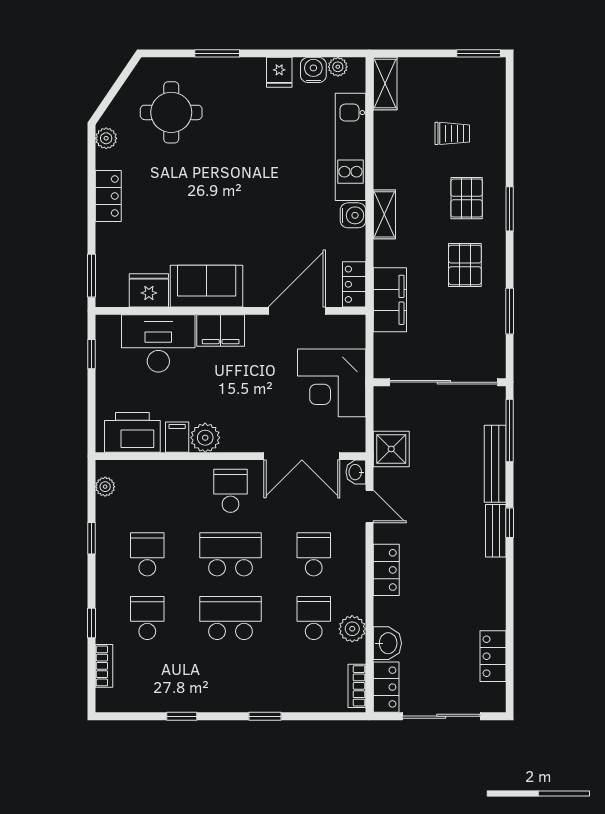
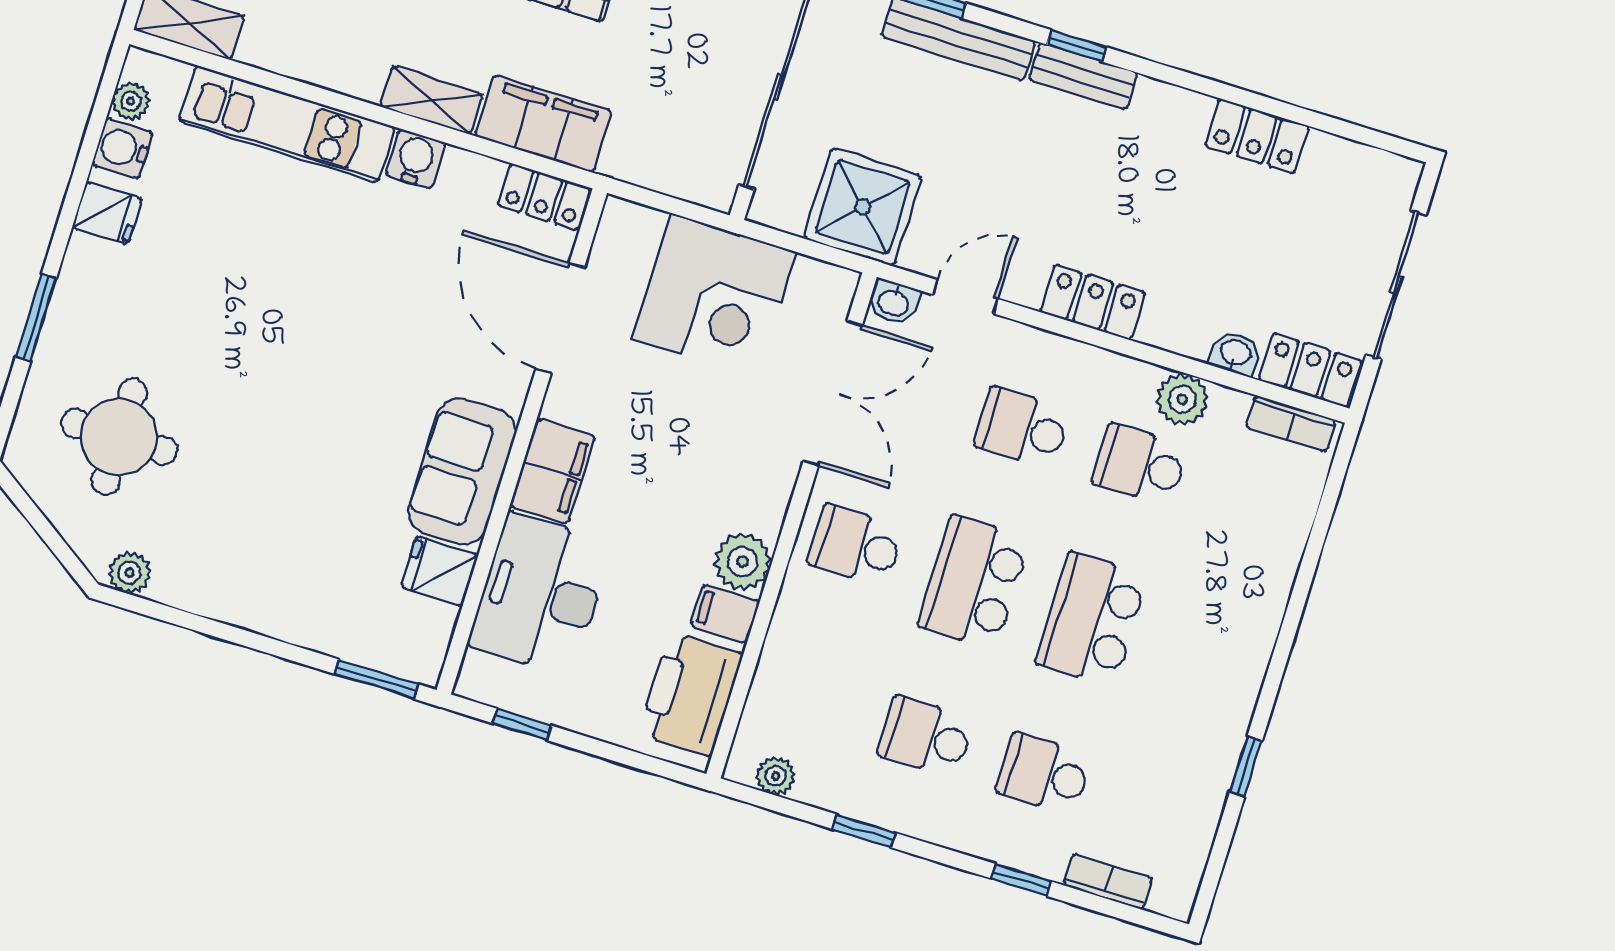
locker: (108, 196) -> (238, 602), removed
fridge: (149, 290) -> (440, 571), width x0.72
filing cabinet: (390, 300) -> (543, 124), moved
shower: (391, 449) -> (863, 207), width x1.36, depth x1.36
washbasin: (387, 643) -> (1235, 353), width x0.72, depth x0.69
locker: (493, 656) -> (1257, 136), moved
window: (265, 716) -> (1294, 612), removed

